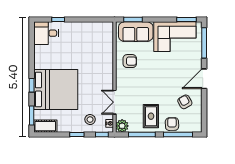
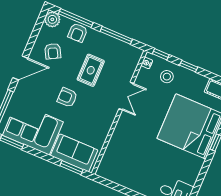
armchair: (130, 61) -> (67, 97), moved
double door: (115, 102) -> (126, 96), moved
rug: (151, 116) -> (91, 70), moved
plant: (122, 126) -> (52, 19), moved

